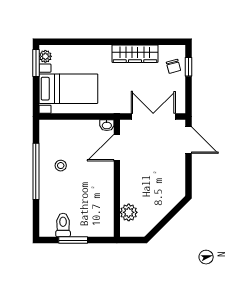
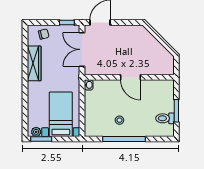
window: (189, 67) -> (67, 23), moved
door: (117, 148) -> (131, 77), moved
plant: (129, 212) -> (155, 68), removed

